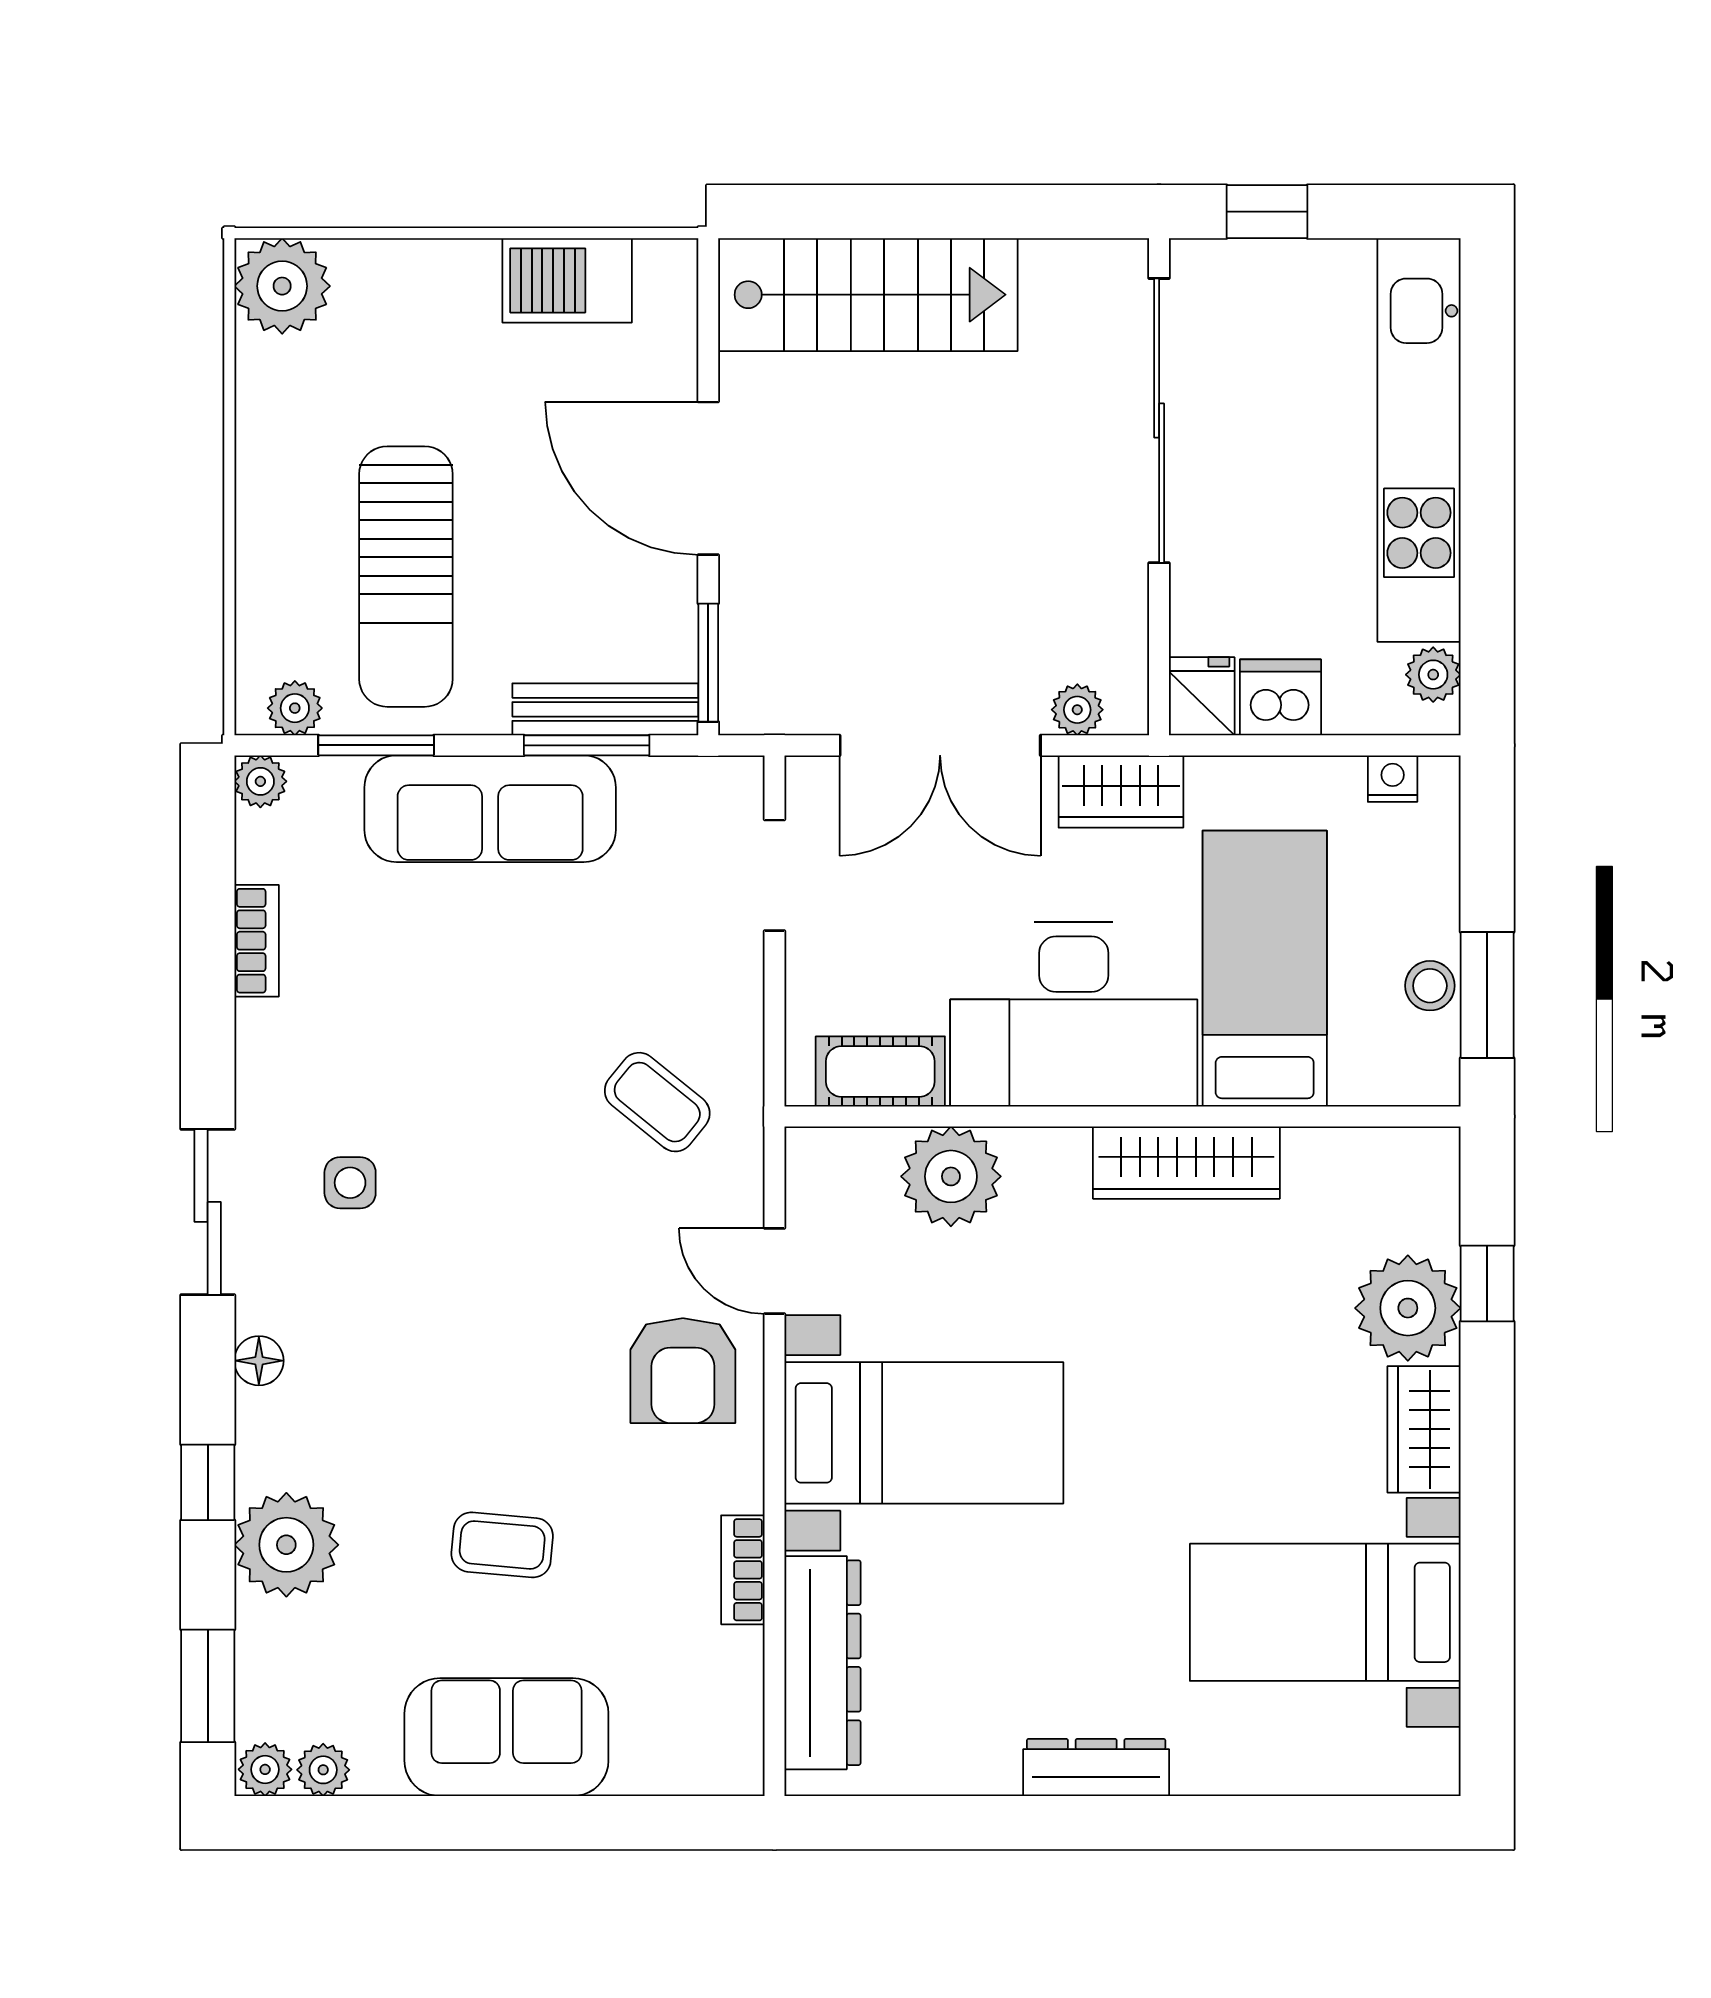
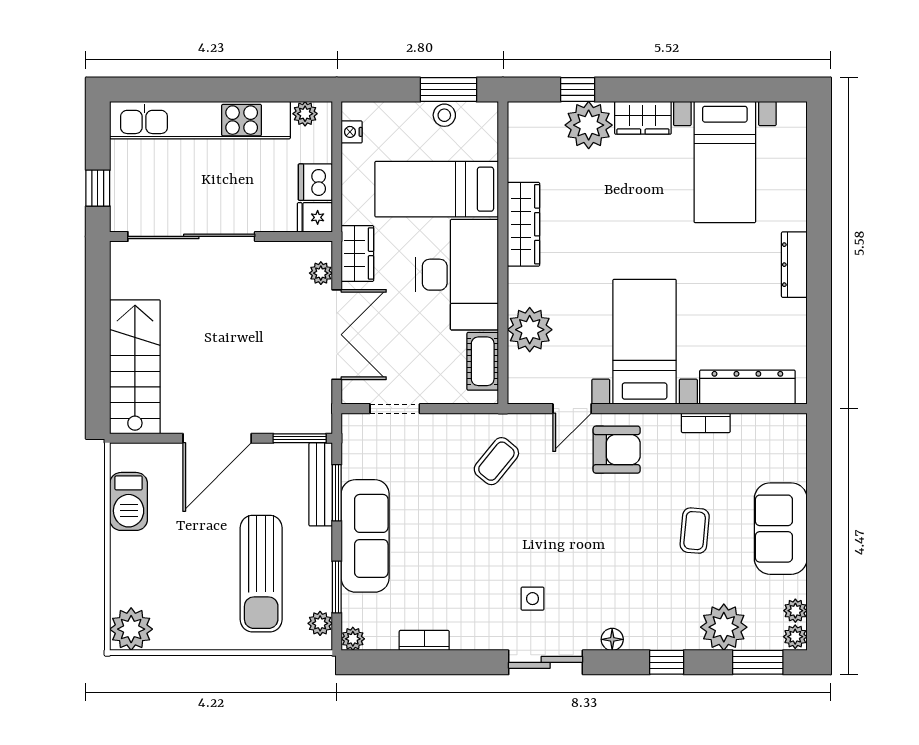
sun lounger: (406, 577) -> (261, 574), turned 90
plant: (286, 1545) -> (724, 627), moved

